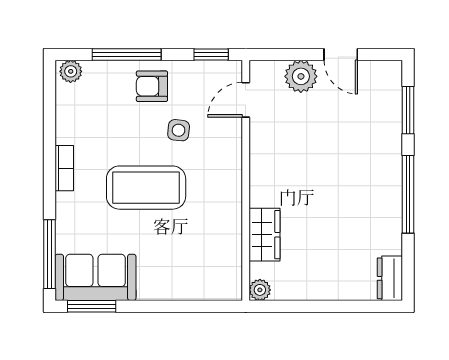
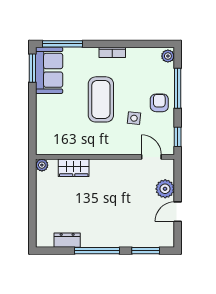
dresser: (390, 278) -> (67, 240), moved

